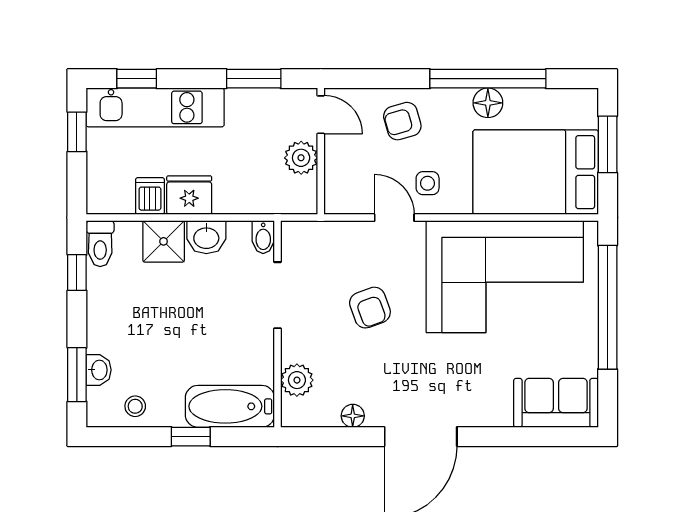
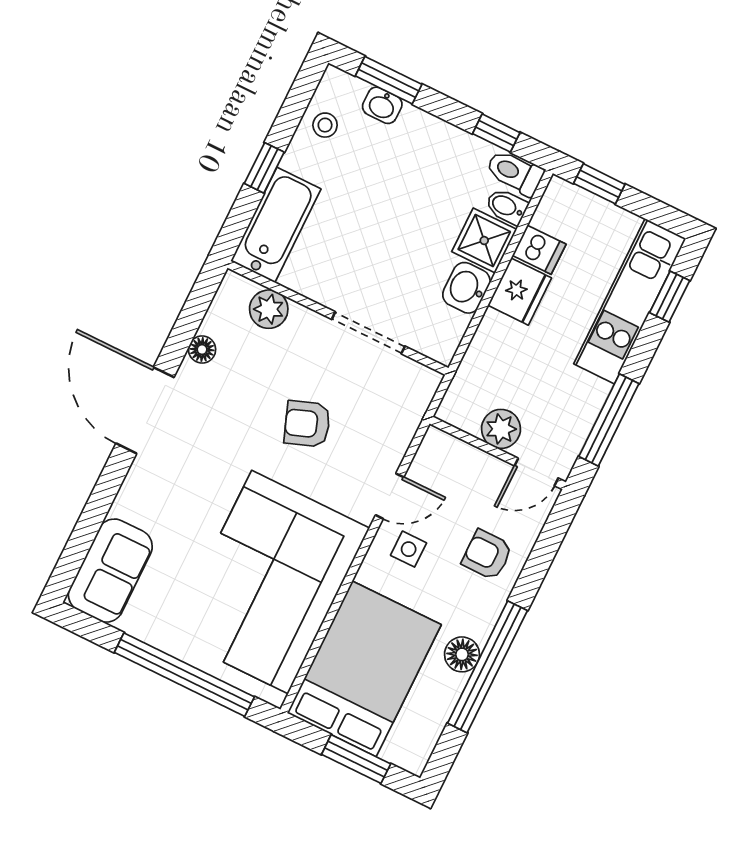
window: (254, 79) -> (609, 420), width x1.44
armchair: (402, 121) -> (487, 555), turned -74
window: (77, 132) -> (599, 184), moved
bidet: (263, 237) -> (507, 207), moved

